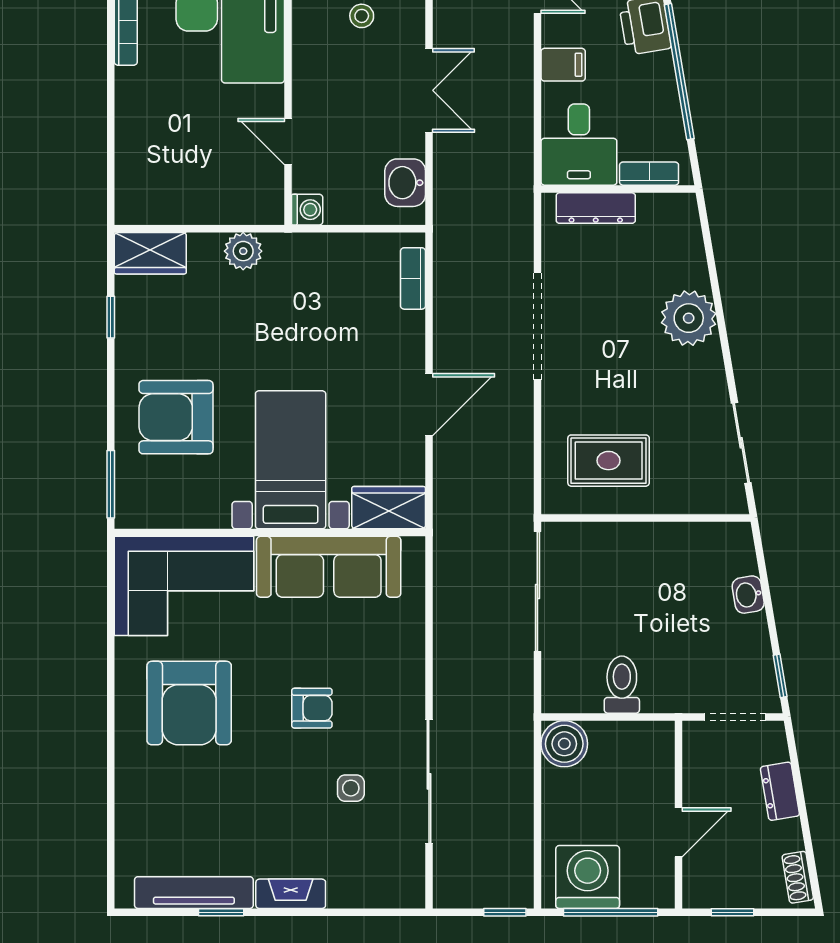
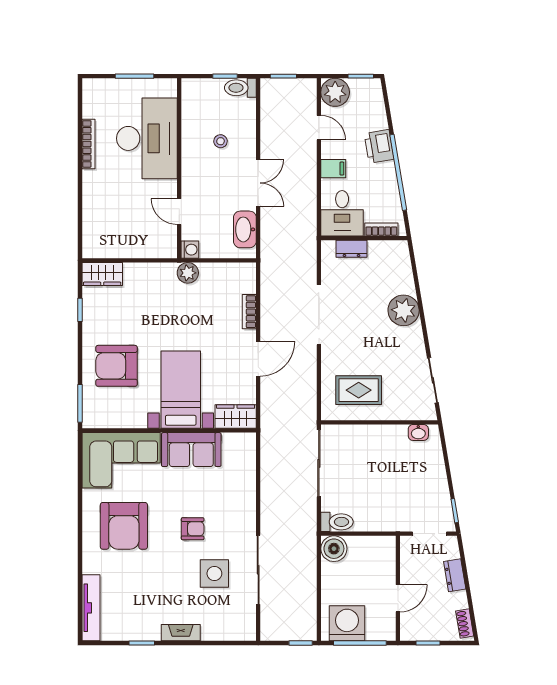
washbasin: (405, 183) -> (245, 229), width x1.38
dresser: (596, 208) -> (352, 249), width x0.70
plant: (243, 251) -> (188, 273), moved
bookcase: (413, 278) -> (249, 312), moved
sofa: (329, 567) -> (191, 450), width x0.73
washbasin: (748, 595) -> (418, 432), moved, turned -81
toilet: (622, 685) -> (337, 522), moved, turned 90
side table: (351, 788) -> (214, 573), width x1.87, depth x1.87
tv unit: (194, 893) -> (91, 608), moved, turned 90

